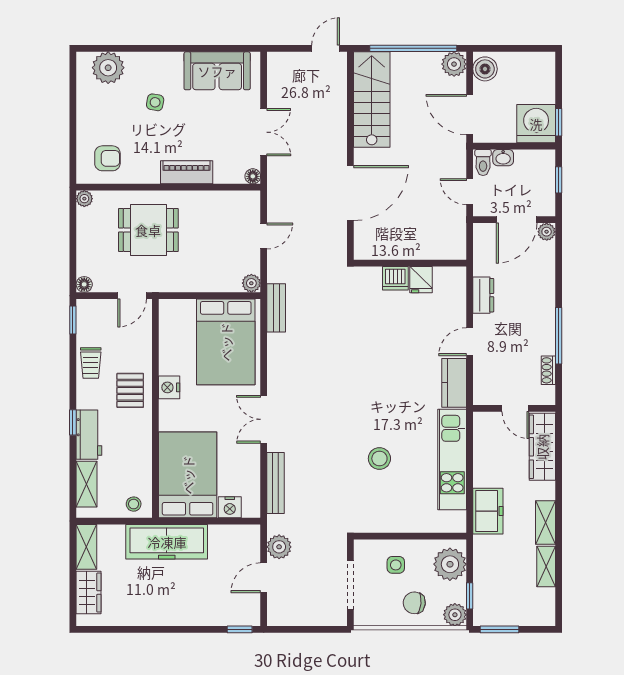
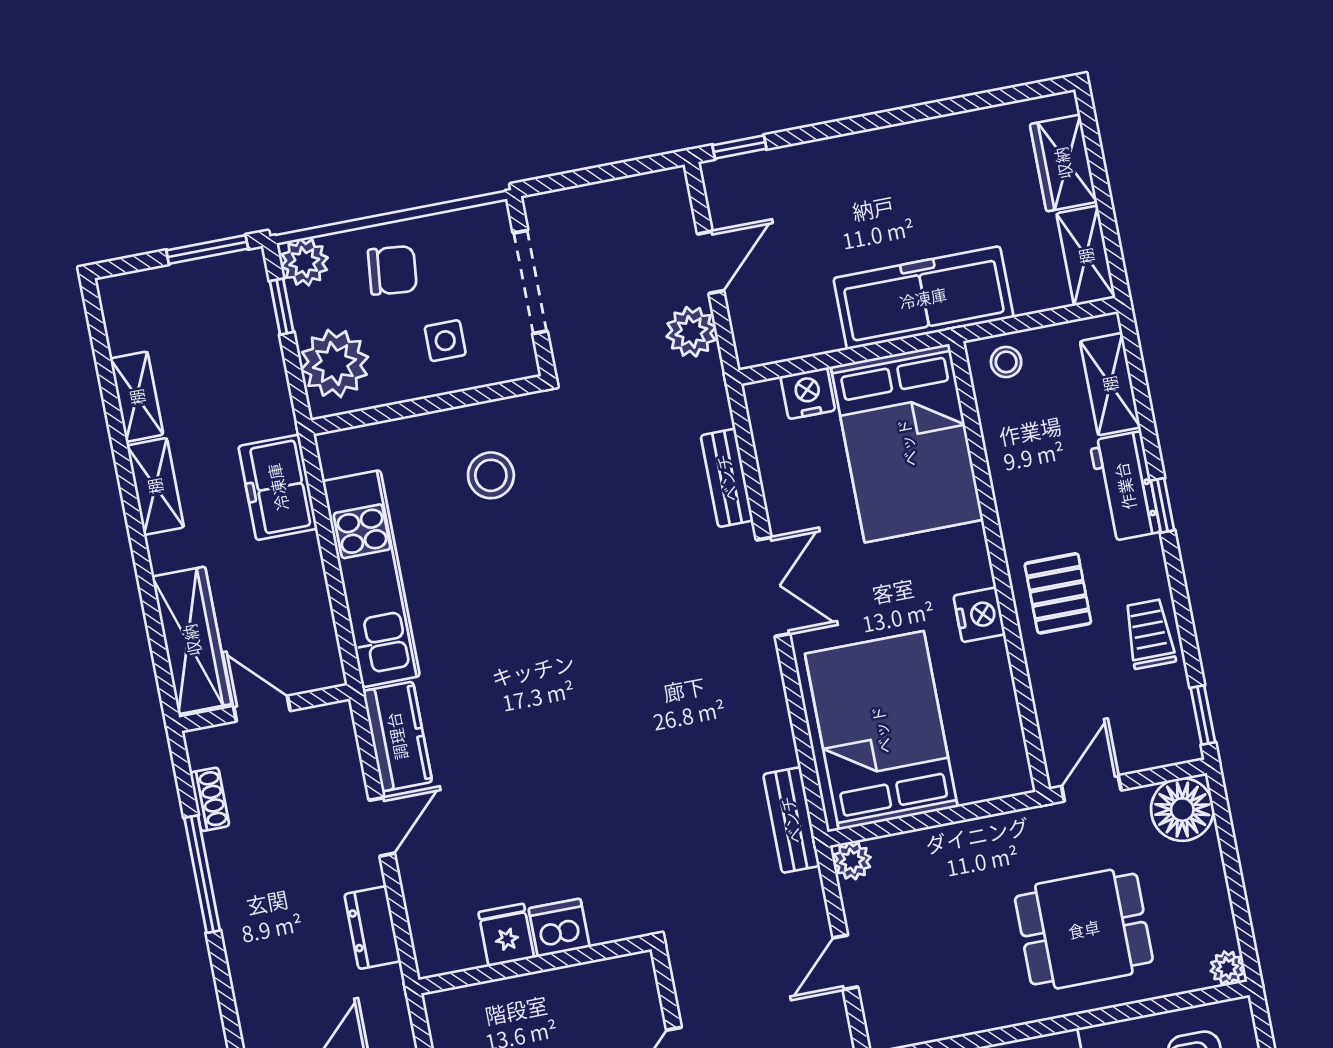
floor lamp: (84, 284) -> (1182, 810), width x1.89, depth x1.89
stool: (379, 459) -> (491, 475), moved
bench: (276, 483) -> (727, 478), width x0.73

